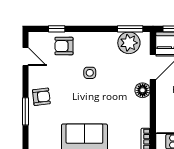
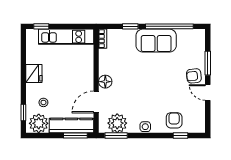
armchair: (64, 46) -> (174, 120), turned -90
door: (25, 57) -> (208, 93), moved
side table: (90, 73) -> (145, 127), moved

